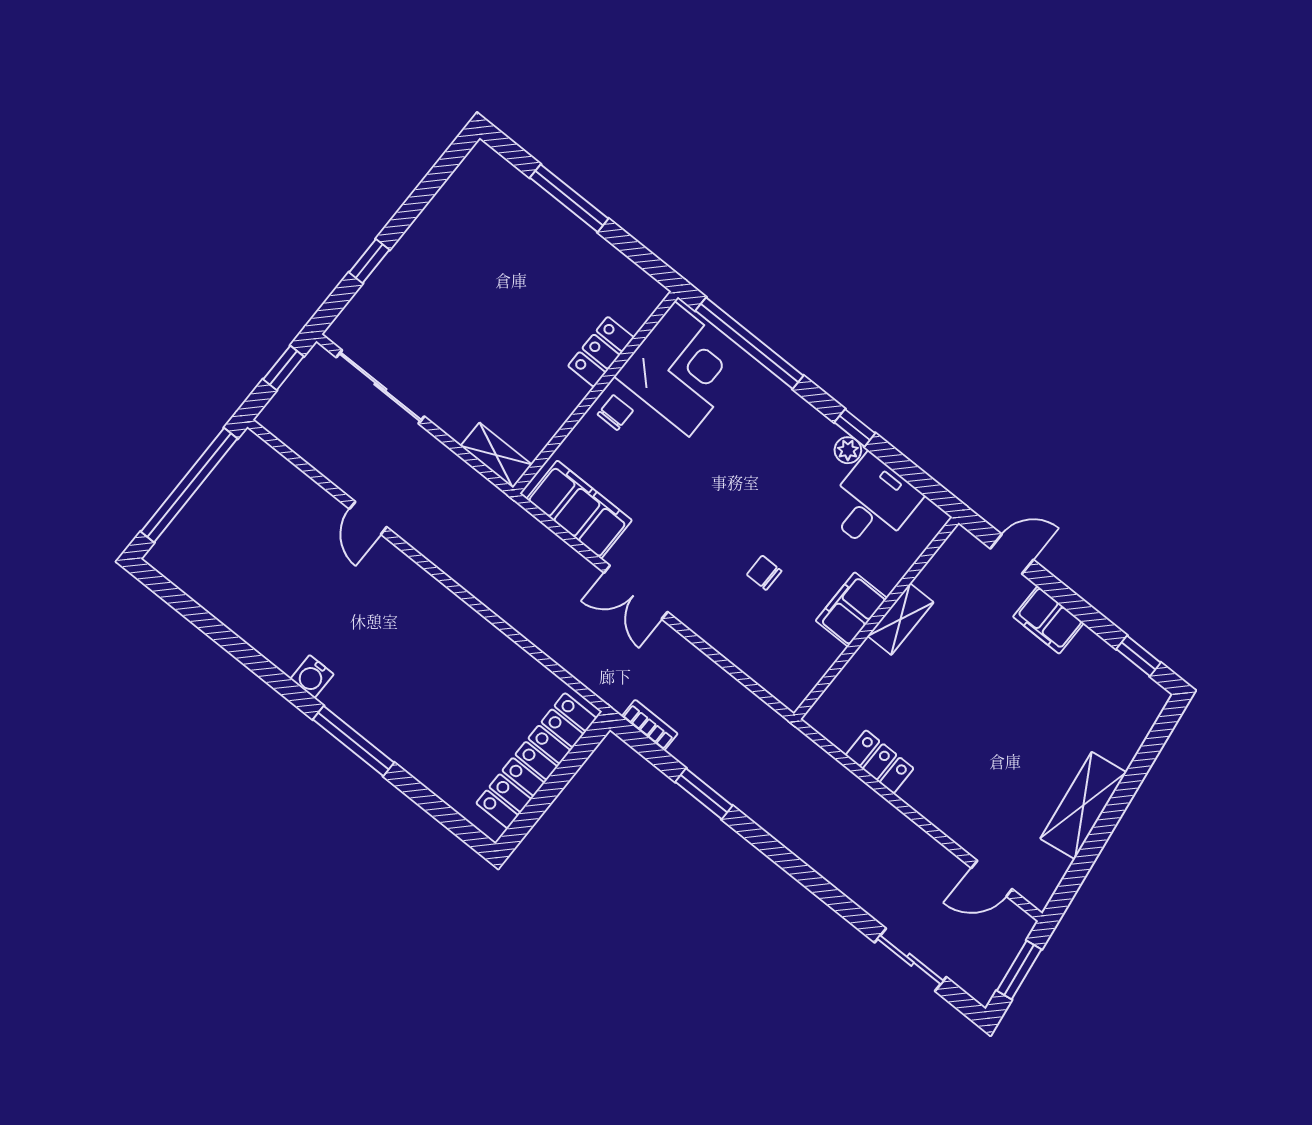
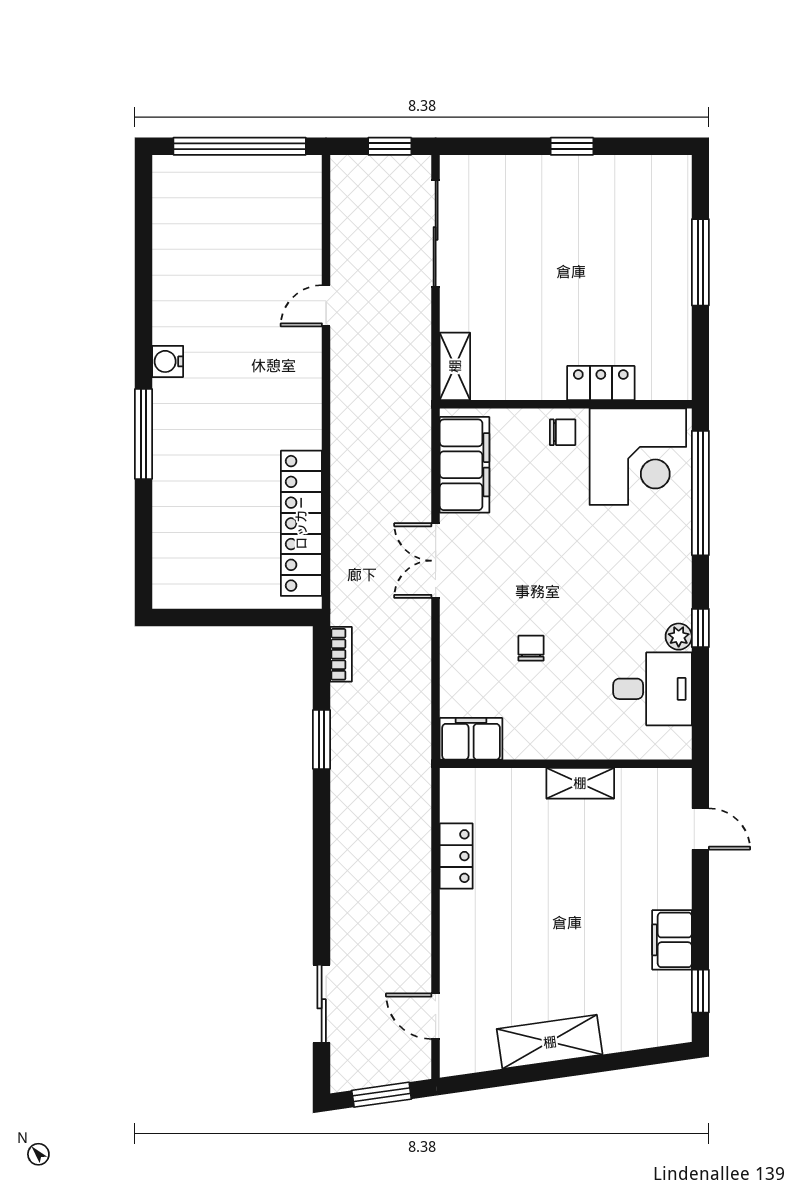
window: (369, 261) -> (572, 146), moved
filing cabinet: (851, 609) -> (471, 739), moved
filing cabinet: (1048, 620) -> (672, 940), moved
locker: (536, 761) -> (301, 523), moved, turned -90

